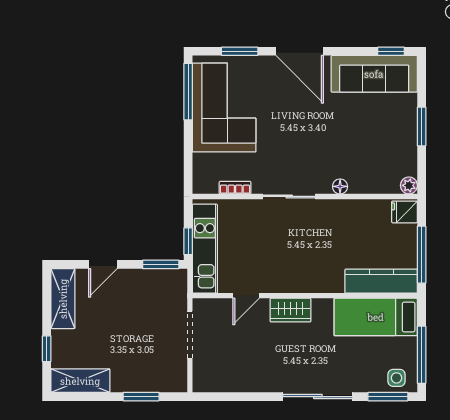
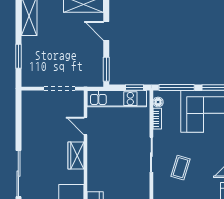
coffee table: (309, 153) -> (181, 168), added
window: (188, 158) -> (177, 87), added
floor lamp: (340, 186) -> (158, 102), moved
window: (188, 241) -> (135, 87), moved

